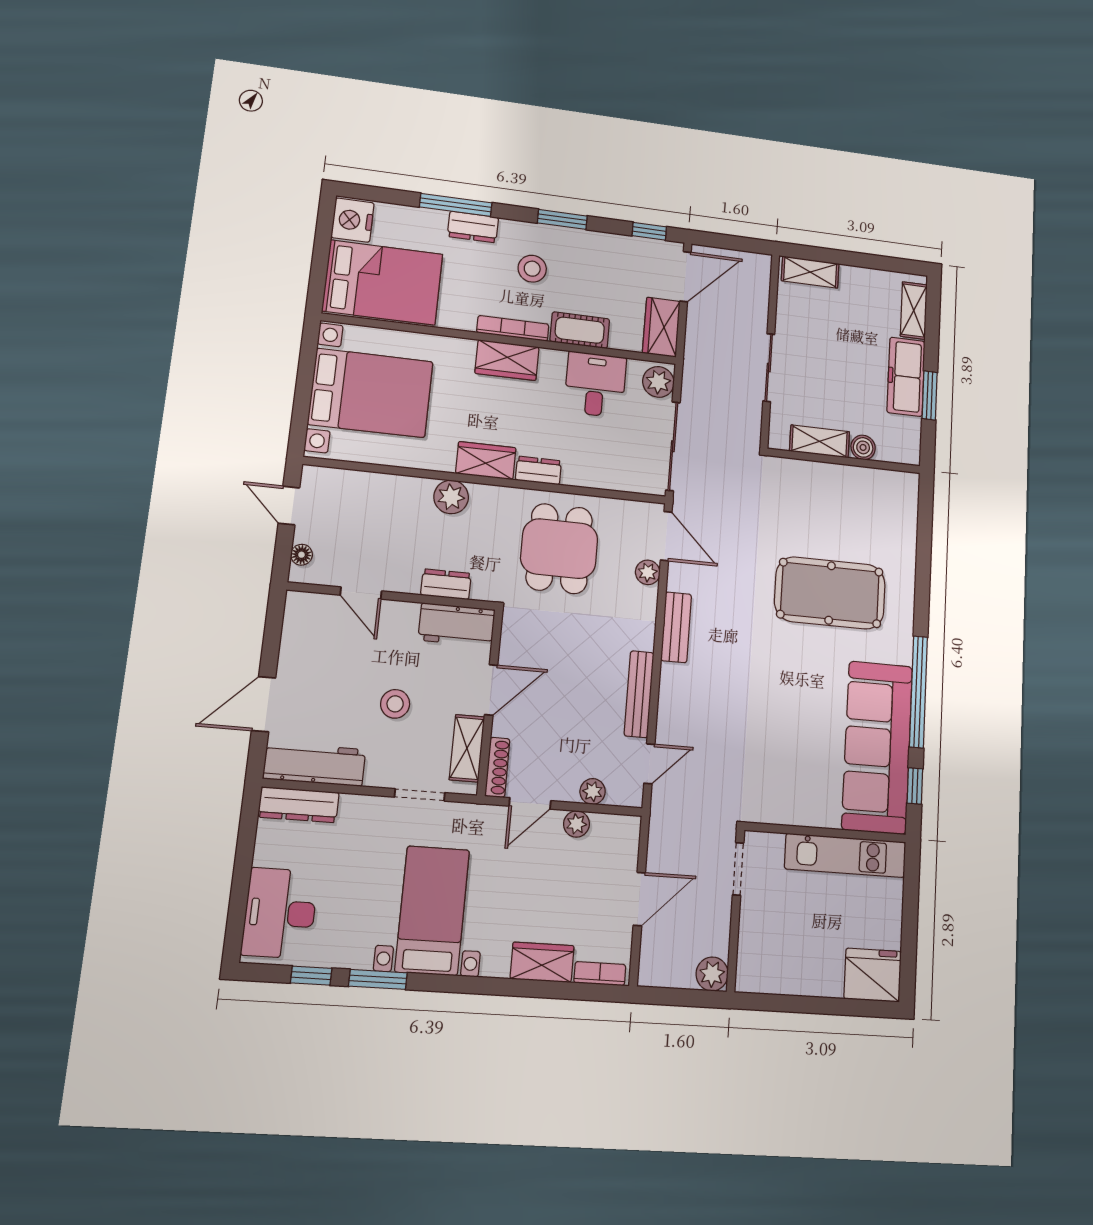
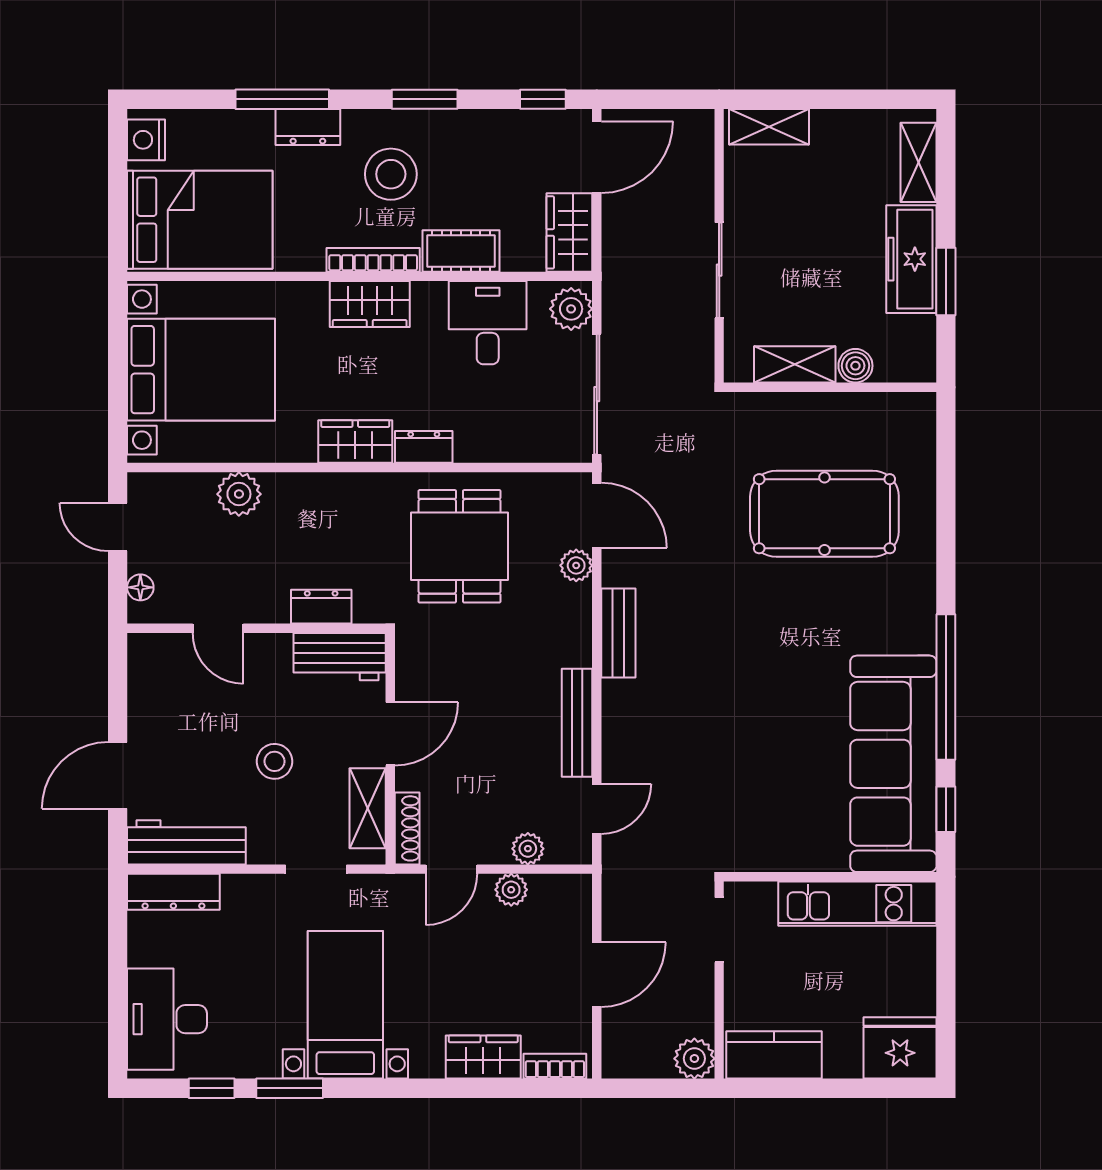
nightstand: (353, 220) -> (146, 140), width x0.74, depth x0.75
stool: (532, 269) -> (391, 174), width x1.38, depth x1.38
plant: (451, 497) -> (239, 494), moved
pool table: (830, 593) -> (824, 514), moved
kitchen counter: (775, 975) -> (774, 1055), added

